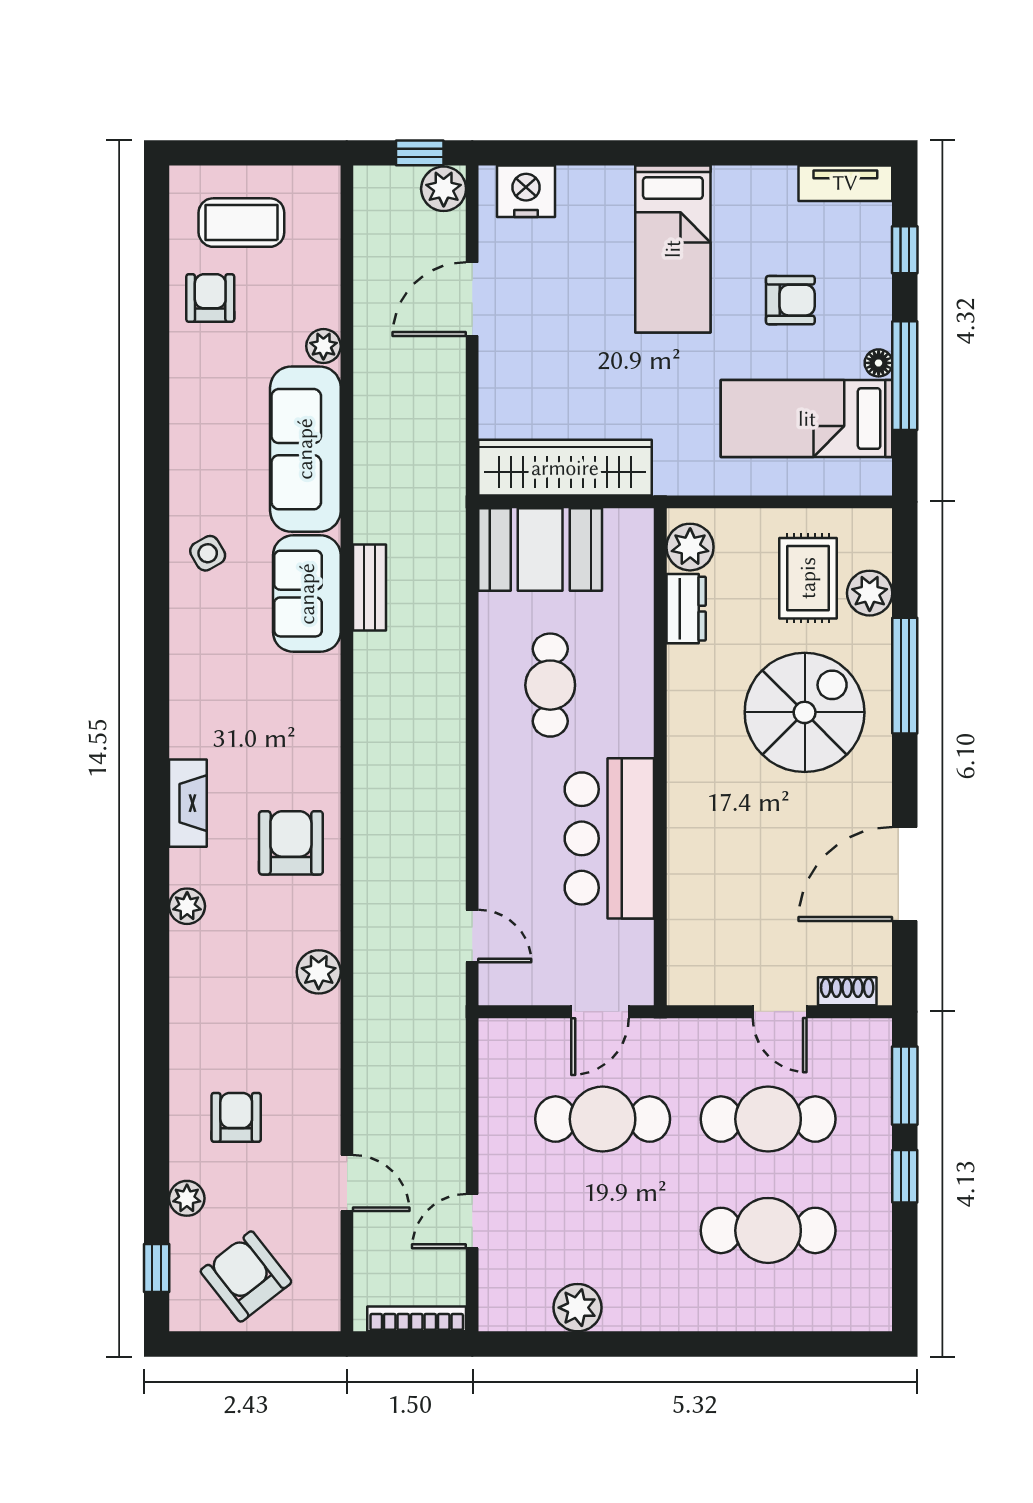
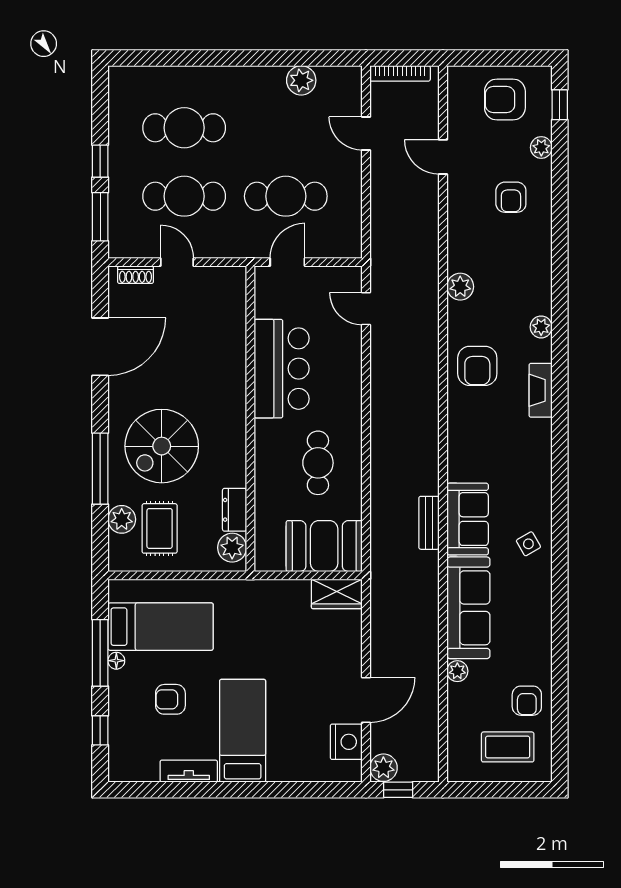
tv unit: (845, 183) -> (189, 771), moved
nightstand: (526, 191) -> (346, 742), moved, turned -90
wardrobe: (565, 468) -> (337, 594), width x0.48, depth x0.85
door: (472, 1221) -> (366, 133), swing flipped
armchair: (246, 1276) -> (505, 100), turned 128

